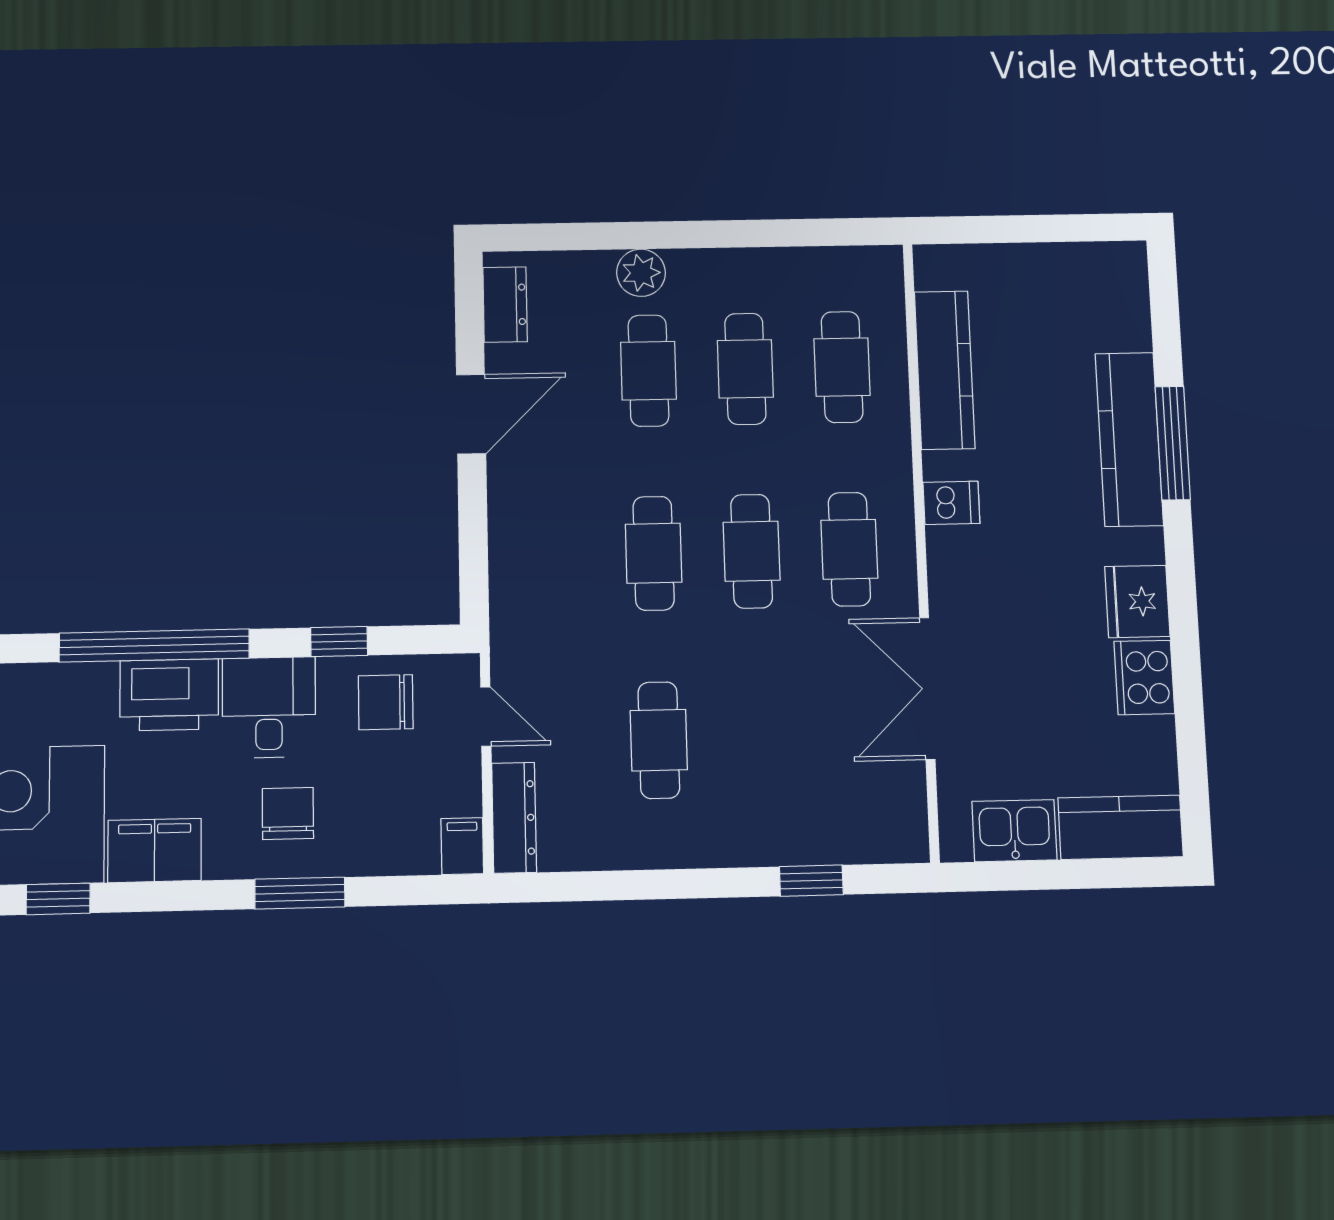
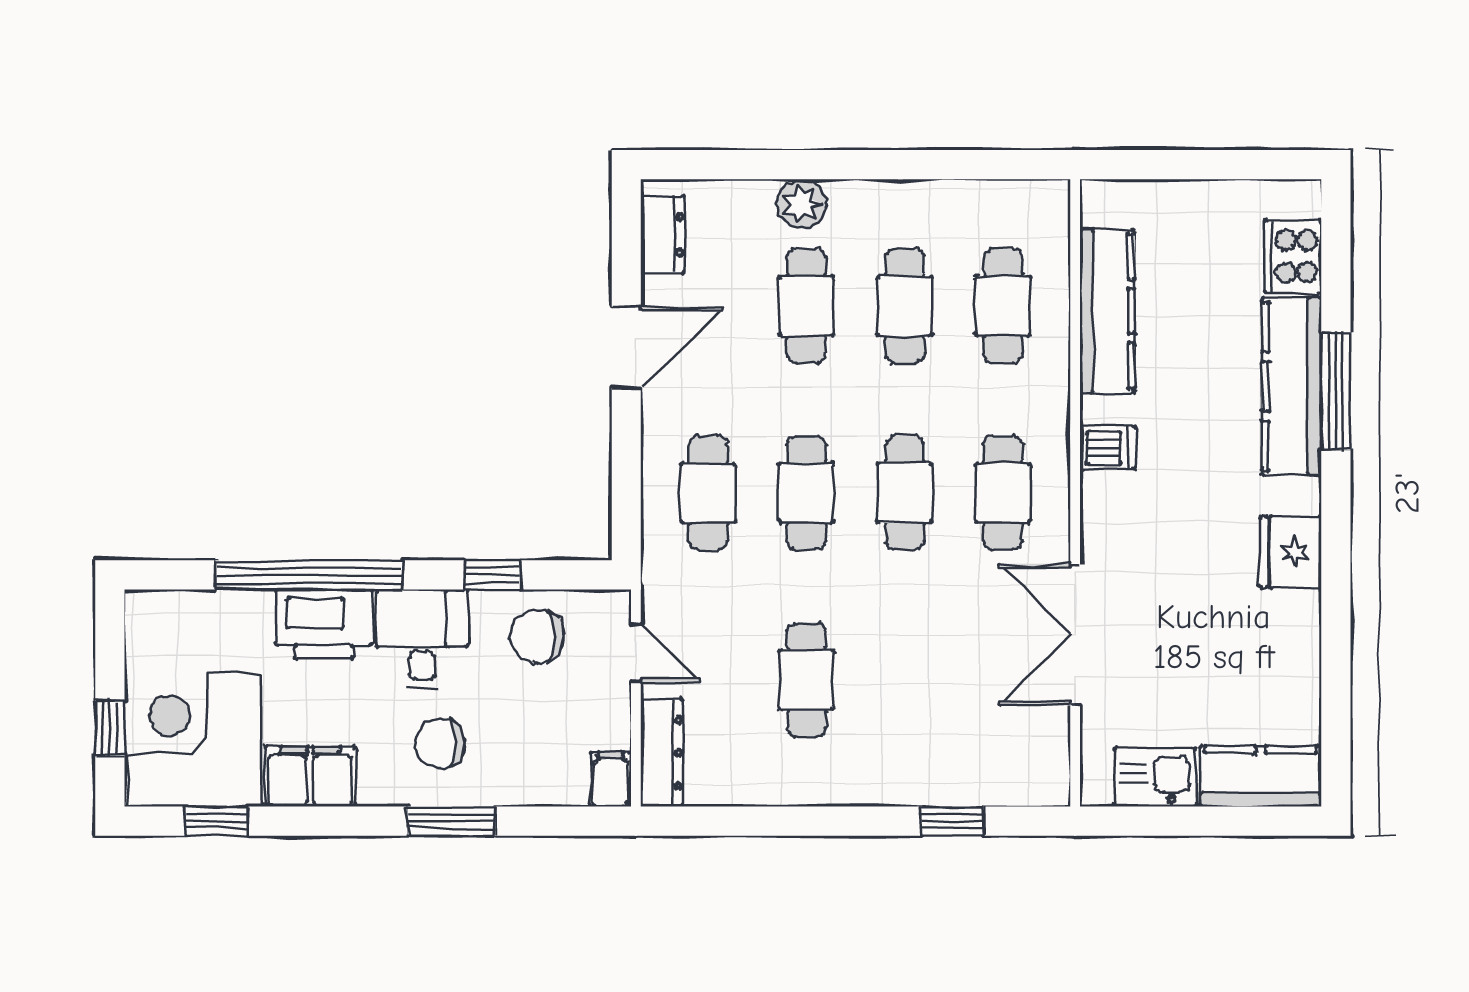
cafe table: (555, 555) -> (708, 493), added
cooker: (1144, 677) -> (1293, 256), moved
chair: (288, 814) -> (440, 744), turned -90

